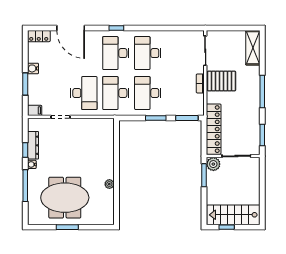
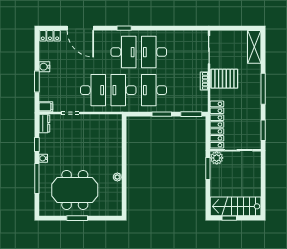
desk: (116, 53) -> (123, 52), turned 180
dresser: (33, 145) -> (44, 123), moved, width x0.70

